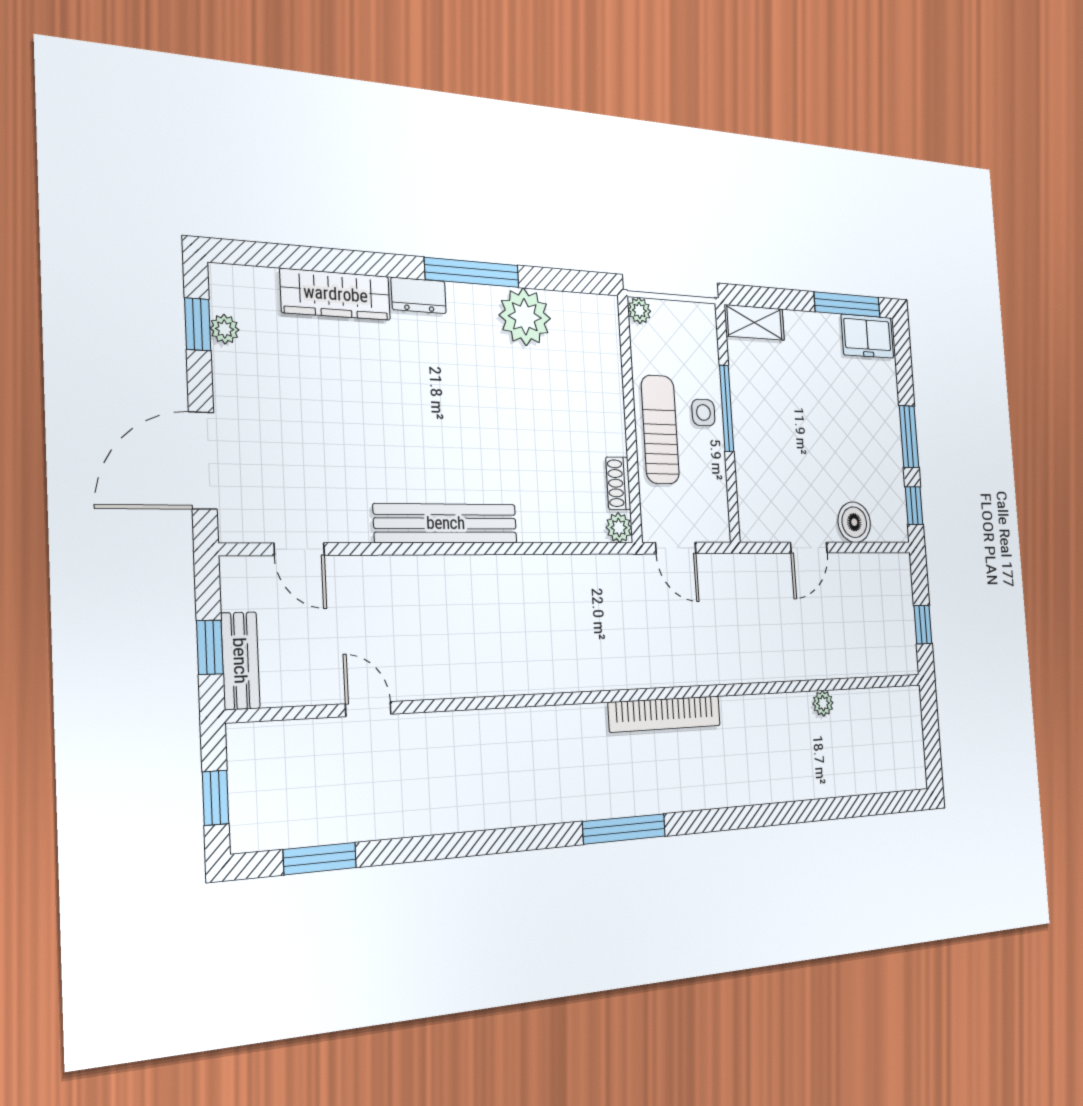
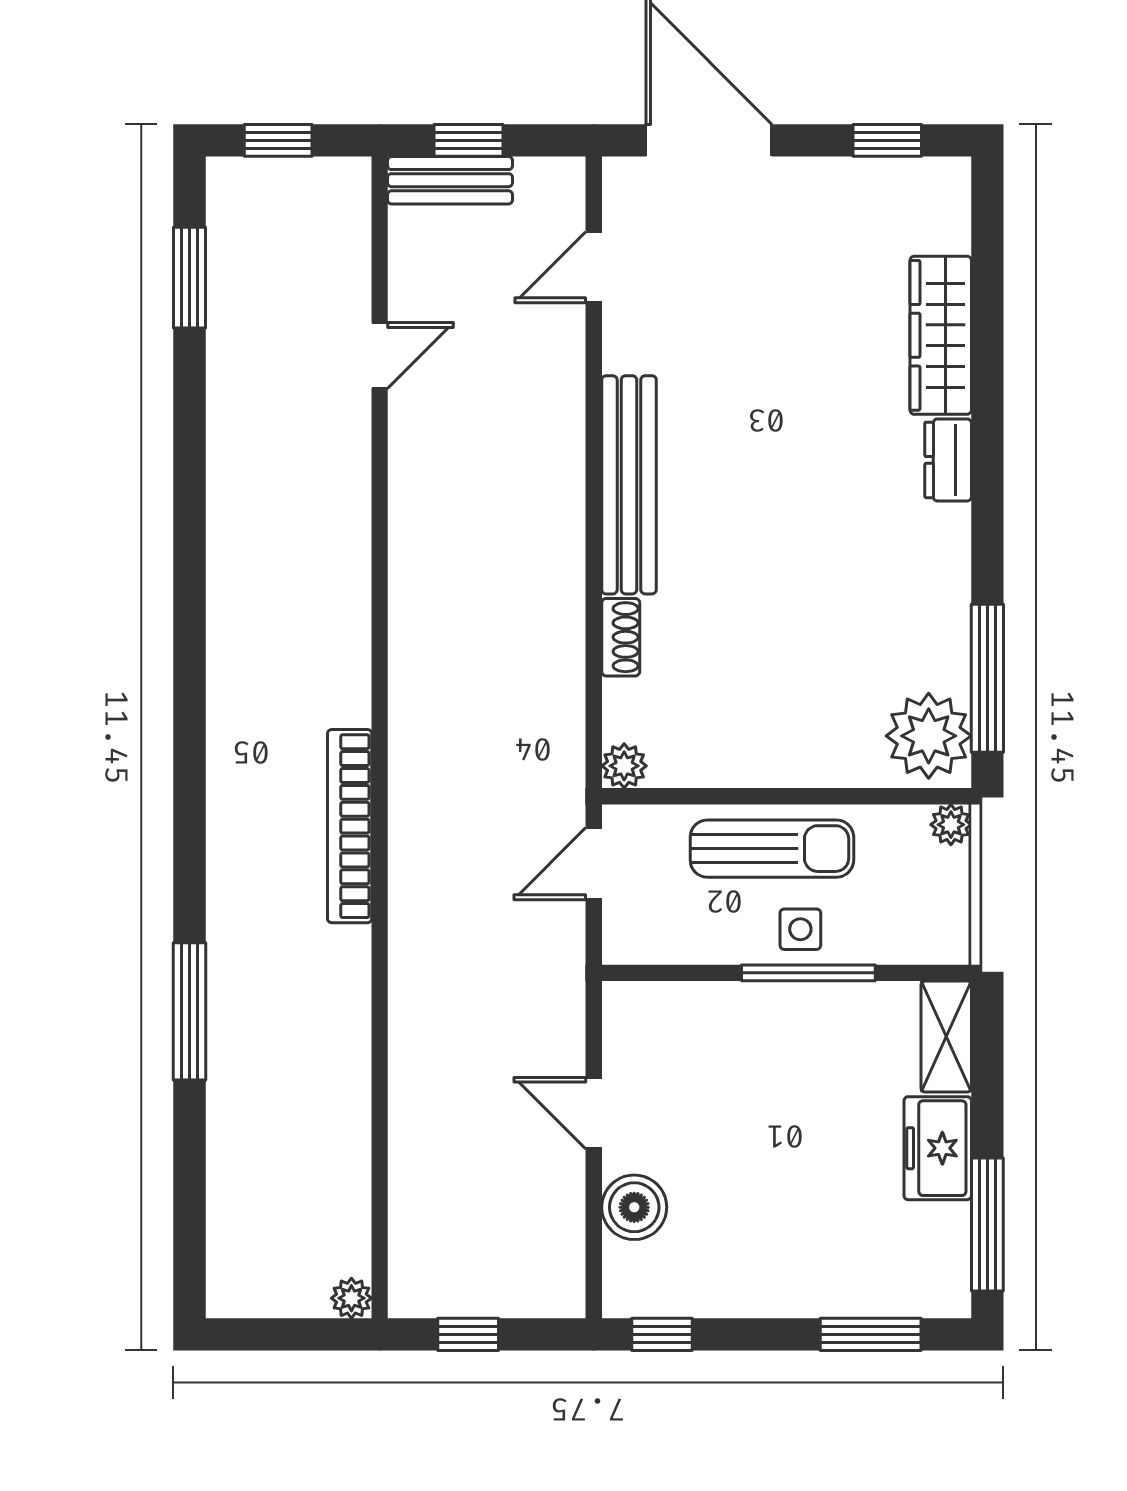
window: (472, 272) -> (987, 678), moved
plant: (525, 317) -> (929, 736), moved
plant: (225, 329) -> (883, 176), removed
freezer: (867, 336) -> (938, 1148), moved
window: (909, 437) -> (871, 1334), moved
shoe rack: (618, 483) -> (621, 637), moved, turned 90
plant: (823, 703) -> (351, 1298), moved
window: (624, 829) -> (190, 1011), moved

